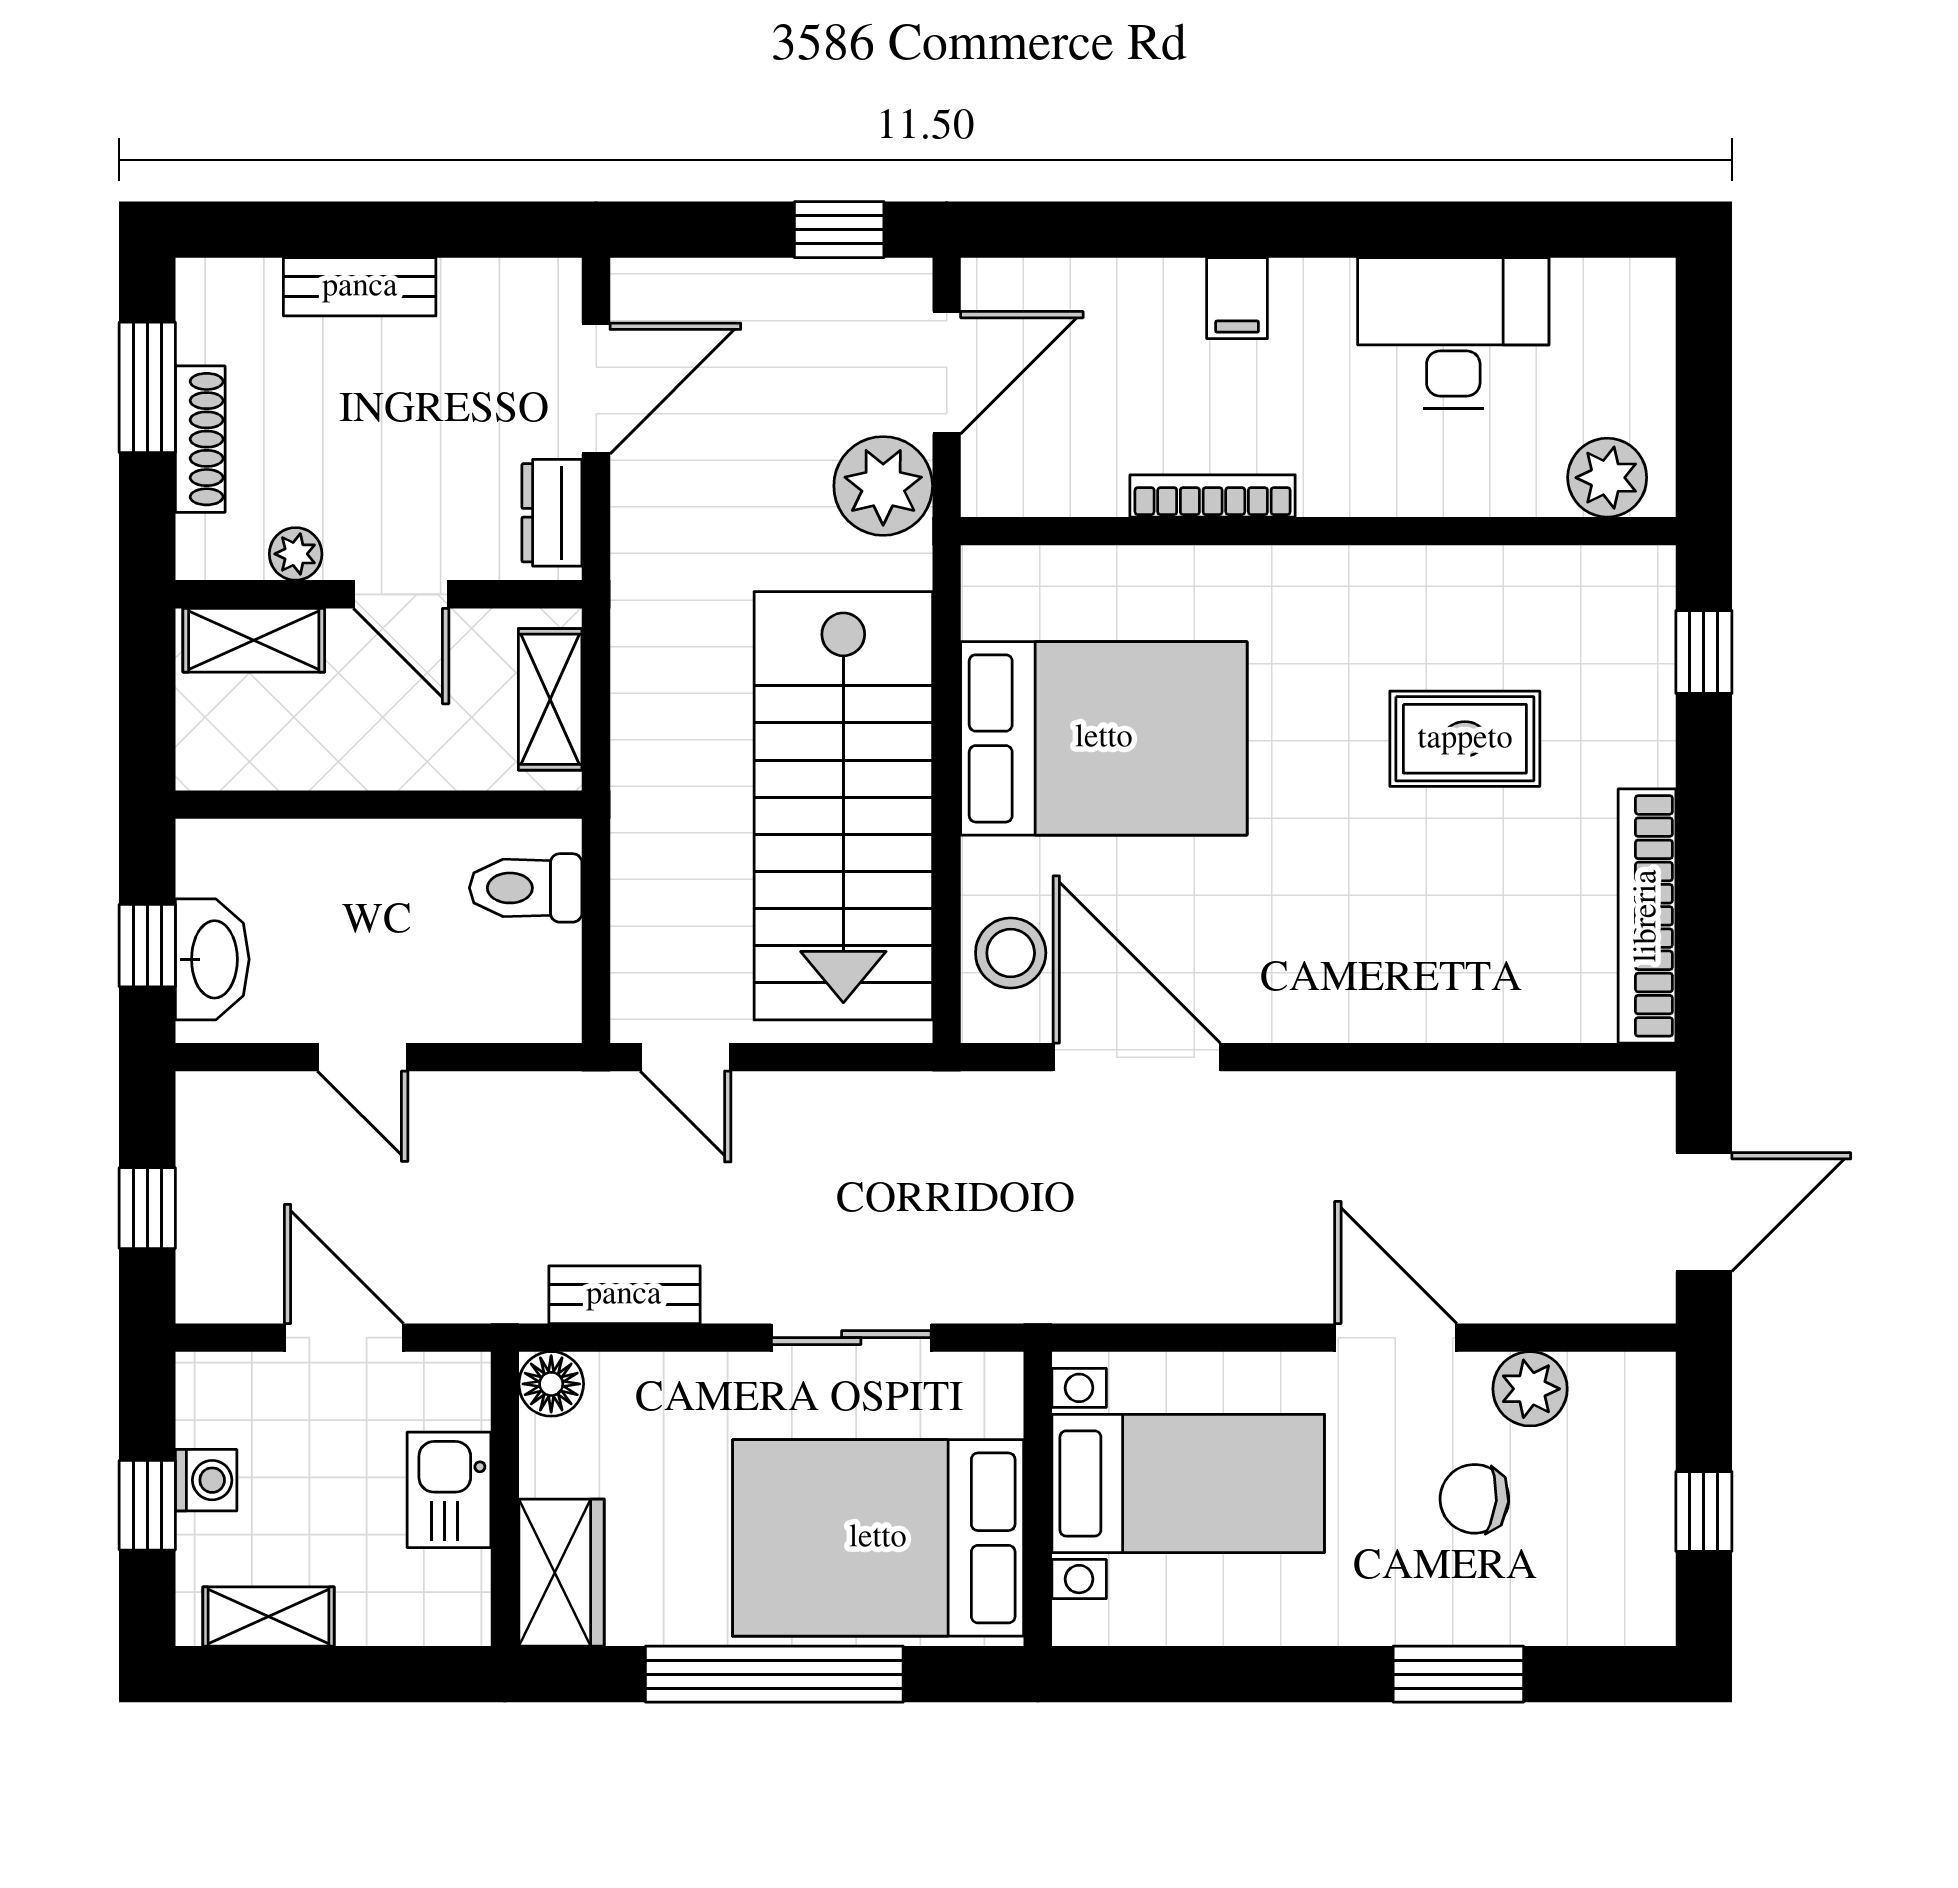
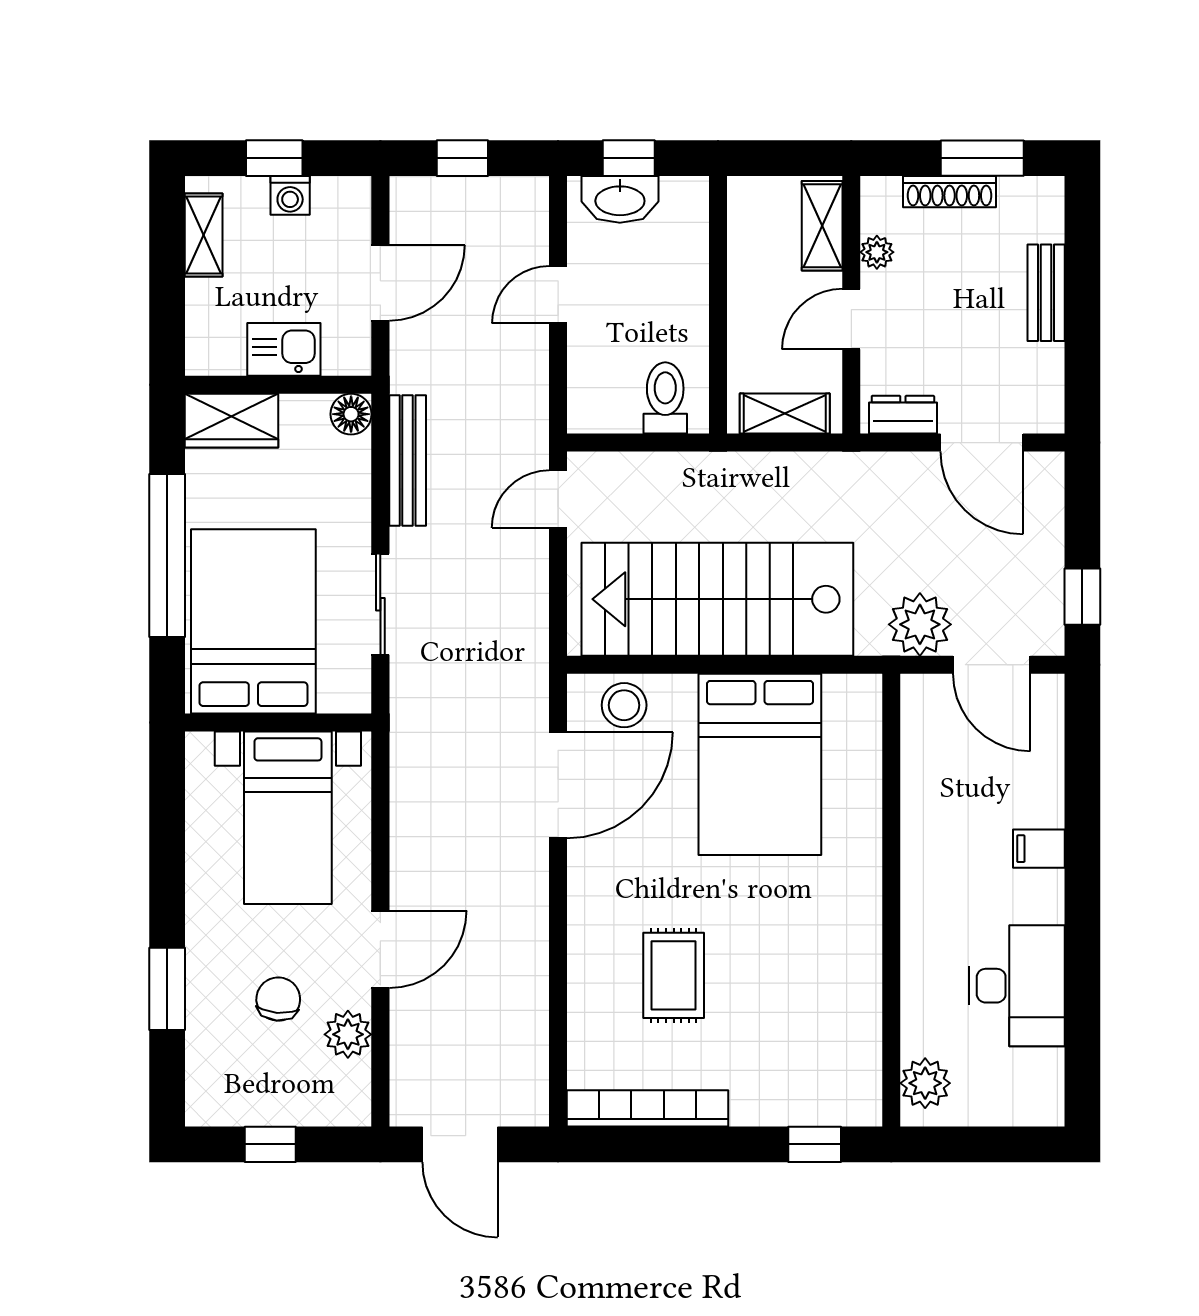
bookcase: (1213, 496) -> (914, 833), removed
rug: (1465, 739) -> (674, 975), moved
bench: (624, 1295) -> (408, 461), width x1.36

